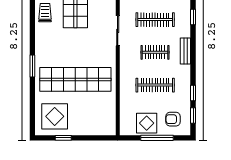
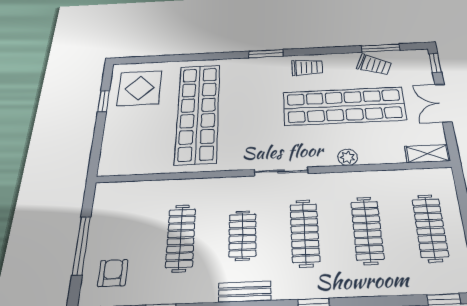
window: (32, 66) -> (266, 54), moved
display table: (147, 123) -> (111, 226), removed

